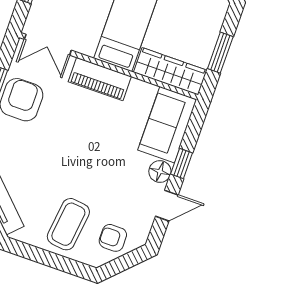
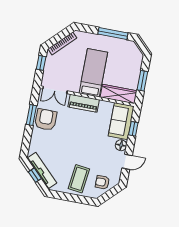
window: (181, 164) -> (133, 129), moved

